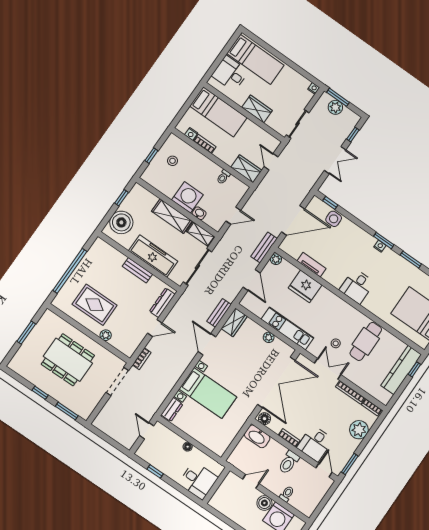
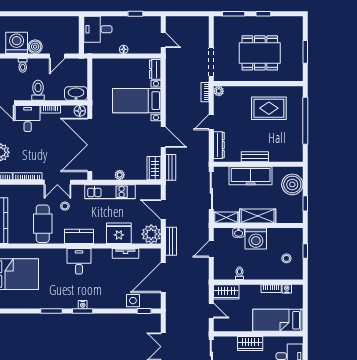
plant: (276, 259) -> (151, 234), width x1.87, depth x1.87
kitchen counter: (342, 308) -> (79, 236), added
plant: (106, 335) -> (219, 91), moved

